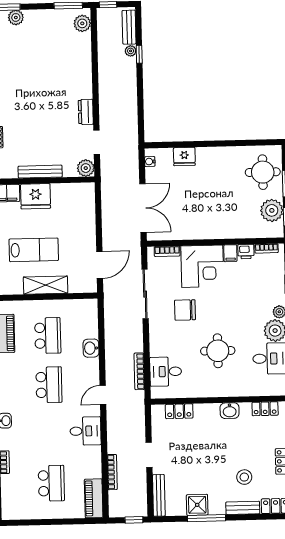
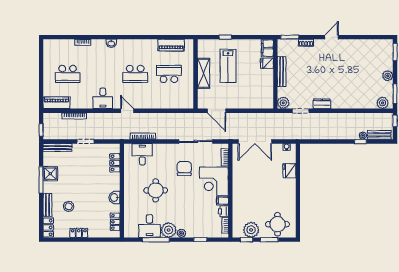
plant: (16, 17) -> (388, 76), moved
fridge: (36, 196) -> (267, 63), width x0.53, depth x0.75
school desk: (48, 336) -> (169, 74), turned 180
washbasin: (91, 348) -> (160, 103), removed

